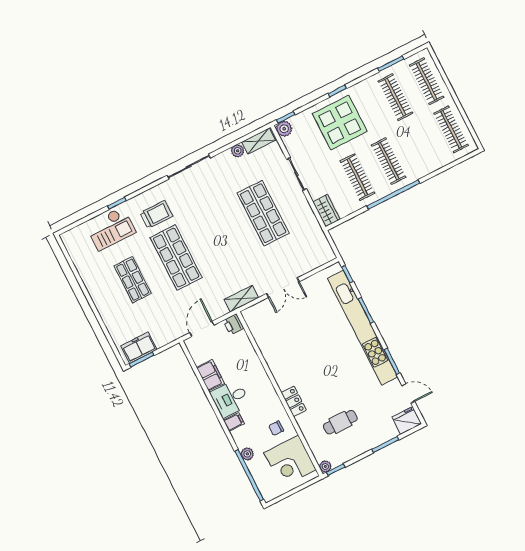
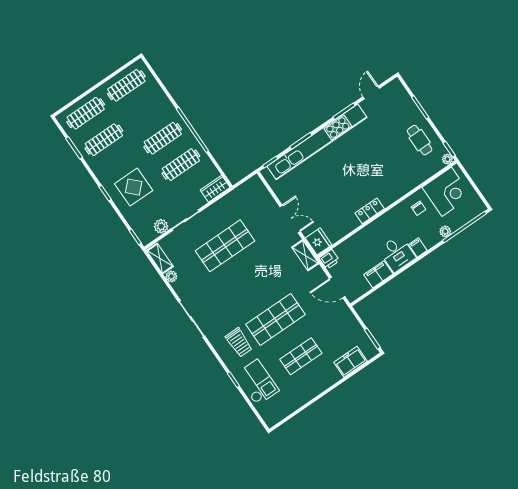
display table: (340, 123) -> (134, 187), width x0.73, depth x0.73
plant: (284, 129) -> (161, 226), moved
trolley: (156, 214) -> (239, 342), turned 180
freezer: (139, 348) -> (351, 362), moved, turned 90
locker: (294, 401) -> (370, 211), moved
fridge: (407, 421) -> (319, 241), moved, turned 180
cafe table: (340, 422) -> (420, 140), moved

